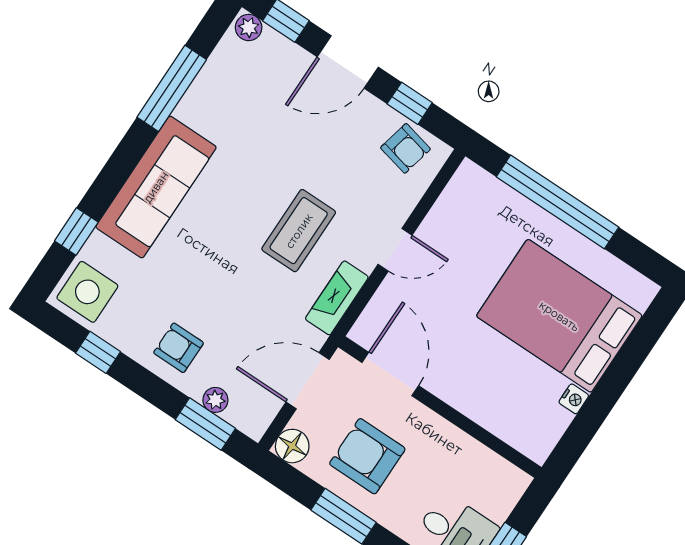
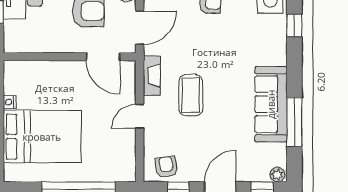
armchair: (405, 148) -> (166, 167), turned 68
sofa: (156, 187) -> (271, 104), moved

